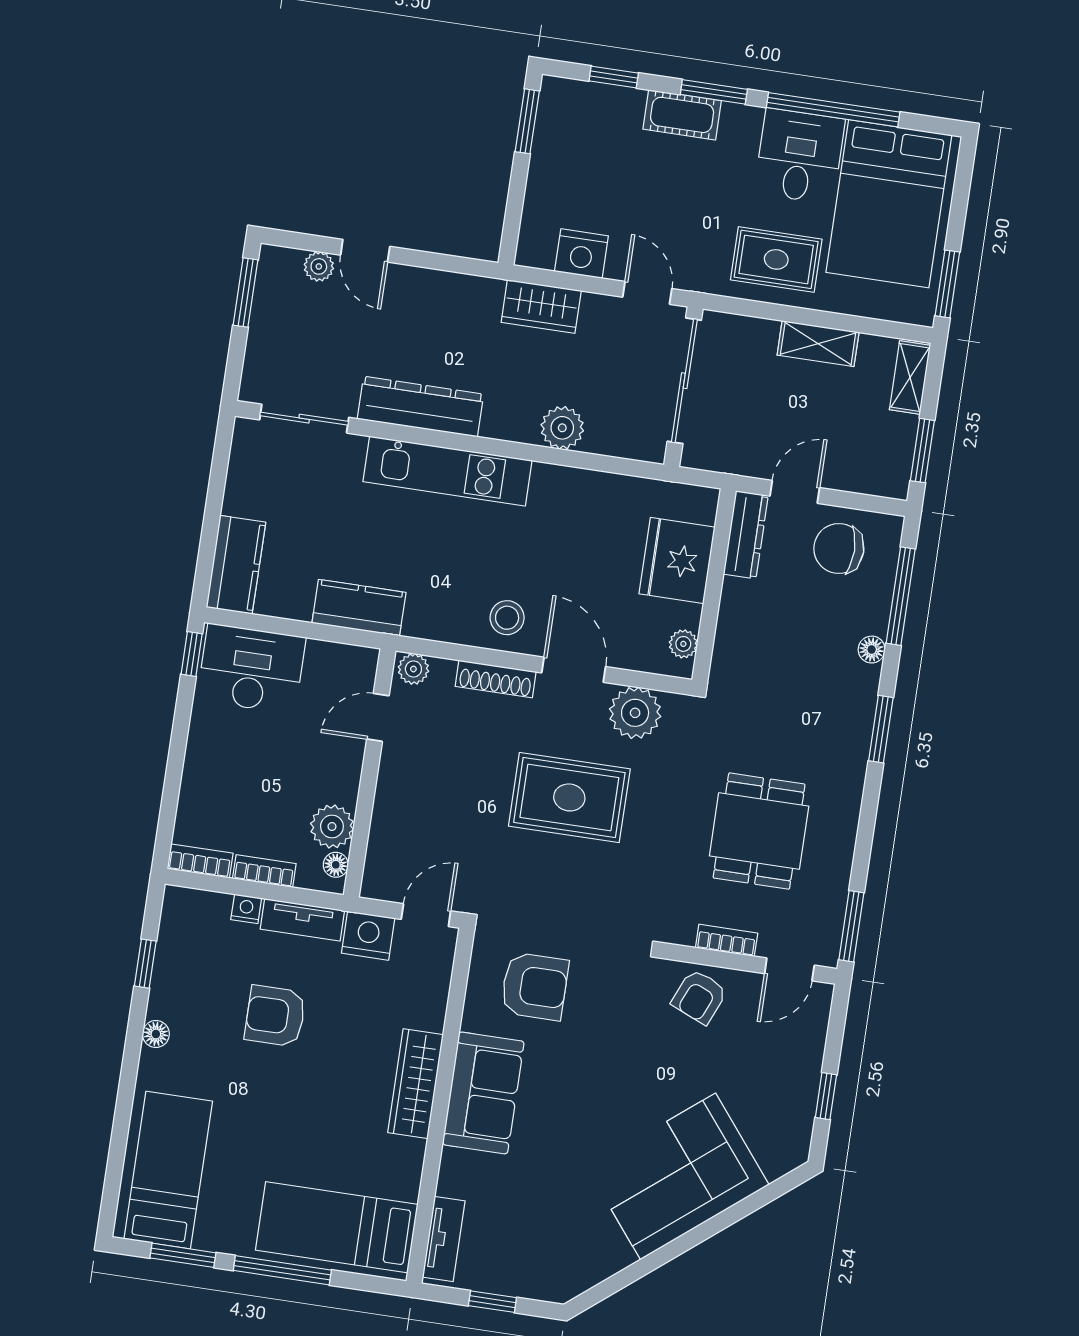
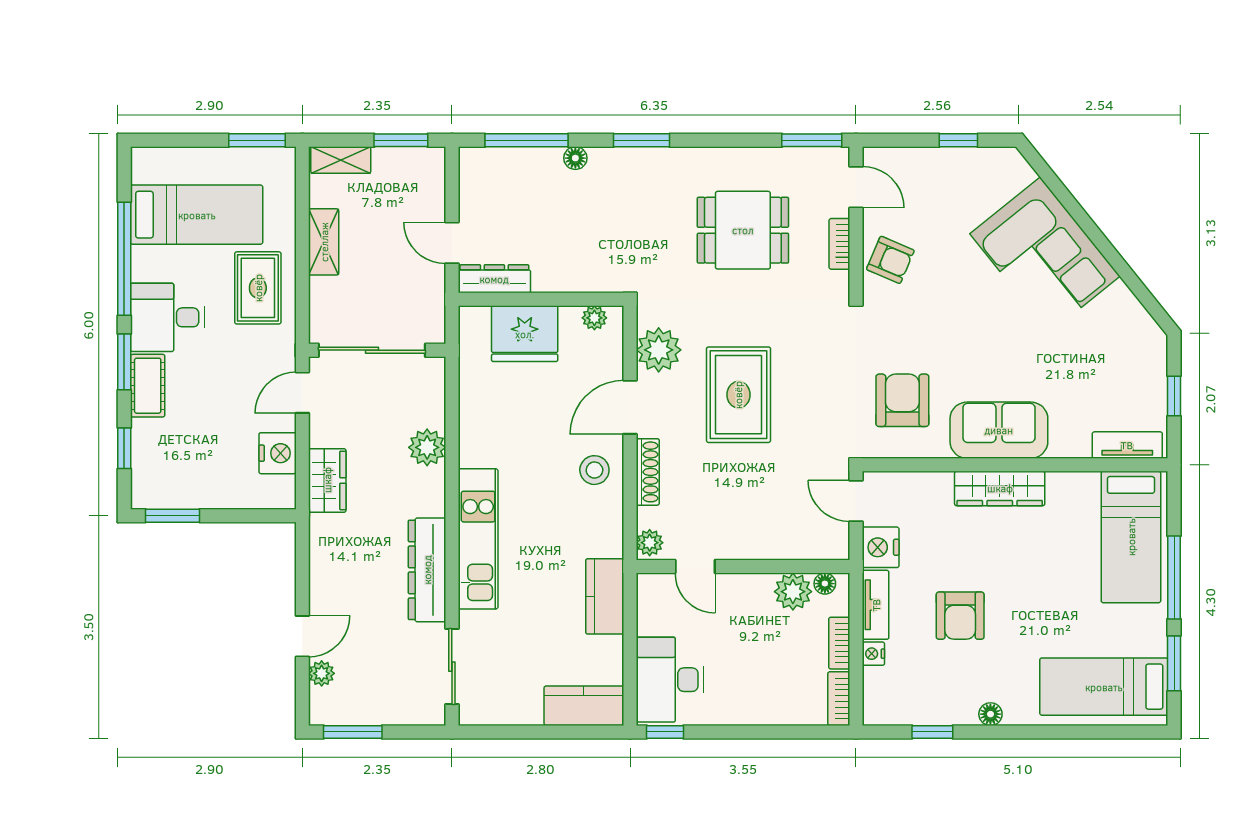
desk: (800, 156) -> (168, 317), moved
bed: (889, 204) -> (197, 215), width x0.67
chair: (839, 548) -> (494, 198), removed

